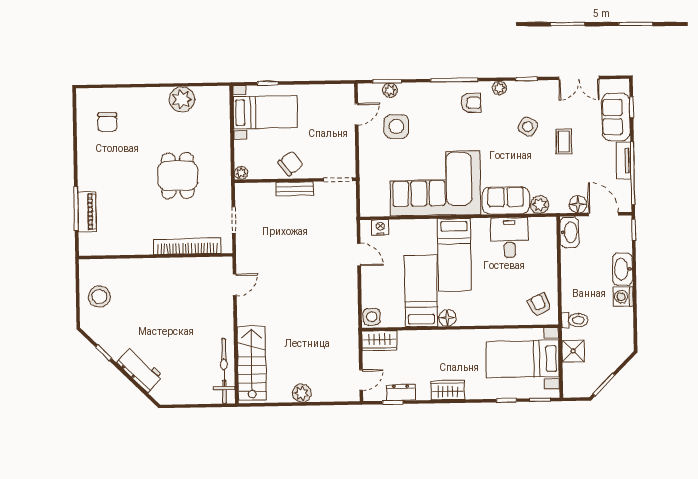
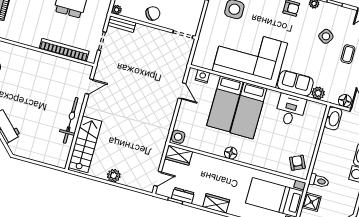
bench: (295, 189) -> (122, 24), moved
bed: (421, 291) -> (225, 104), moved, turned 180
bicycle: (224, 371) -> (71, 120), moved

